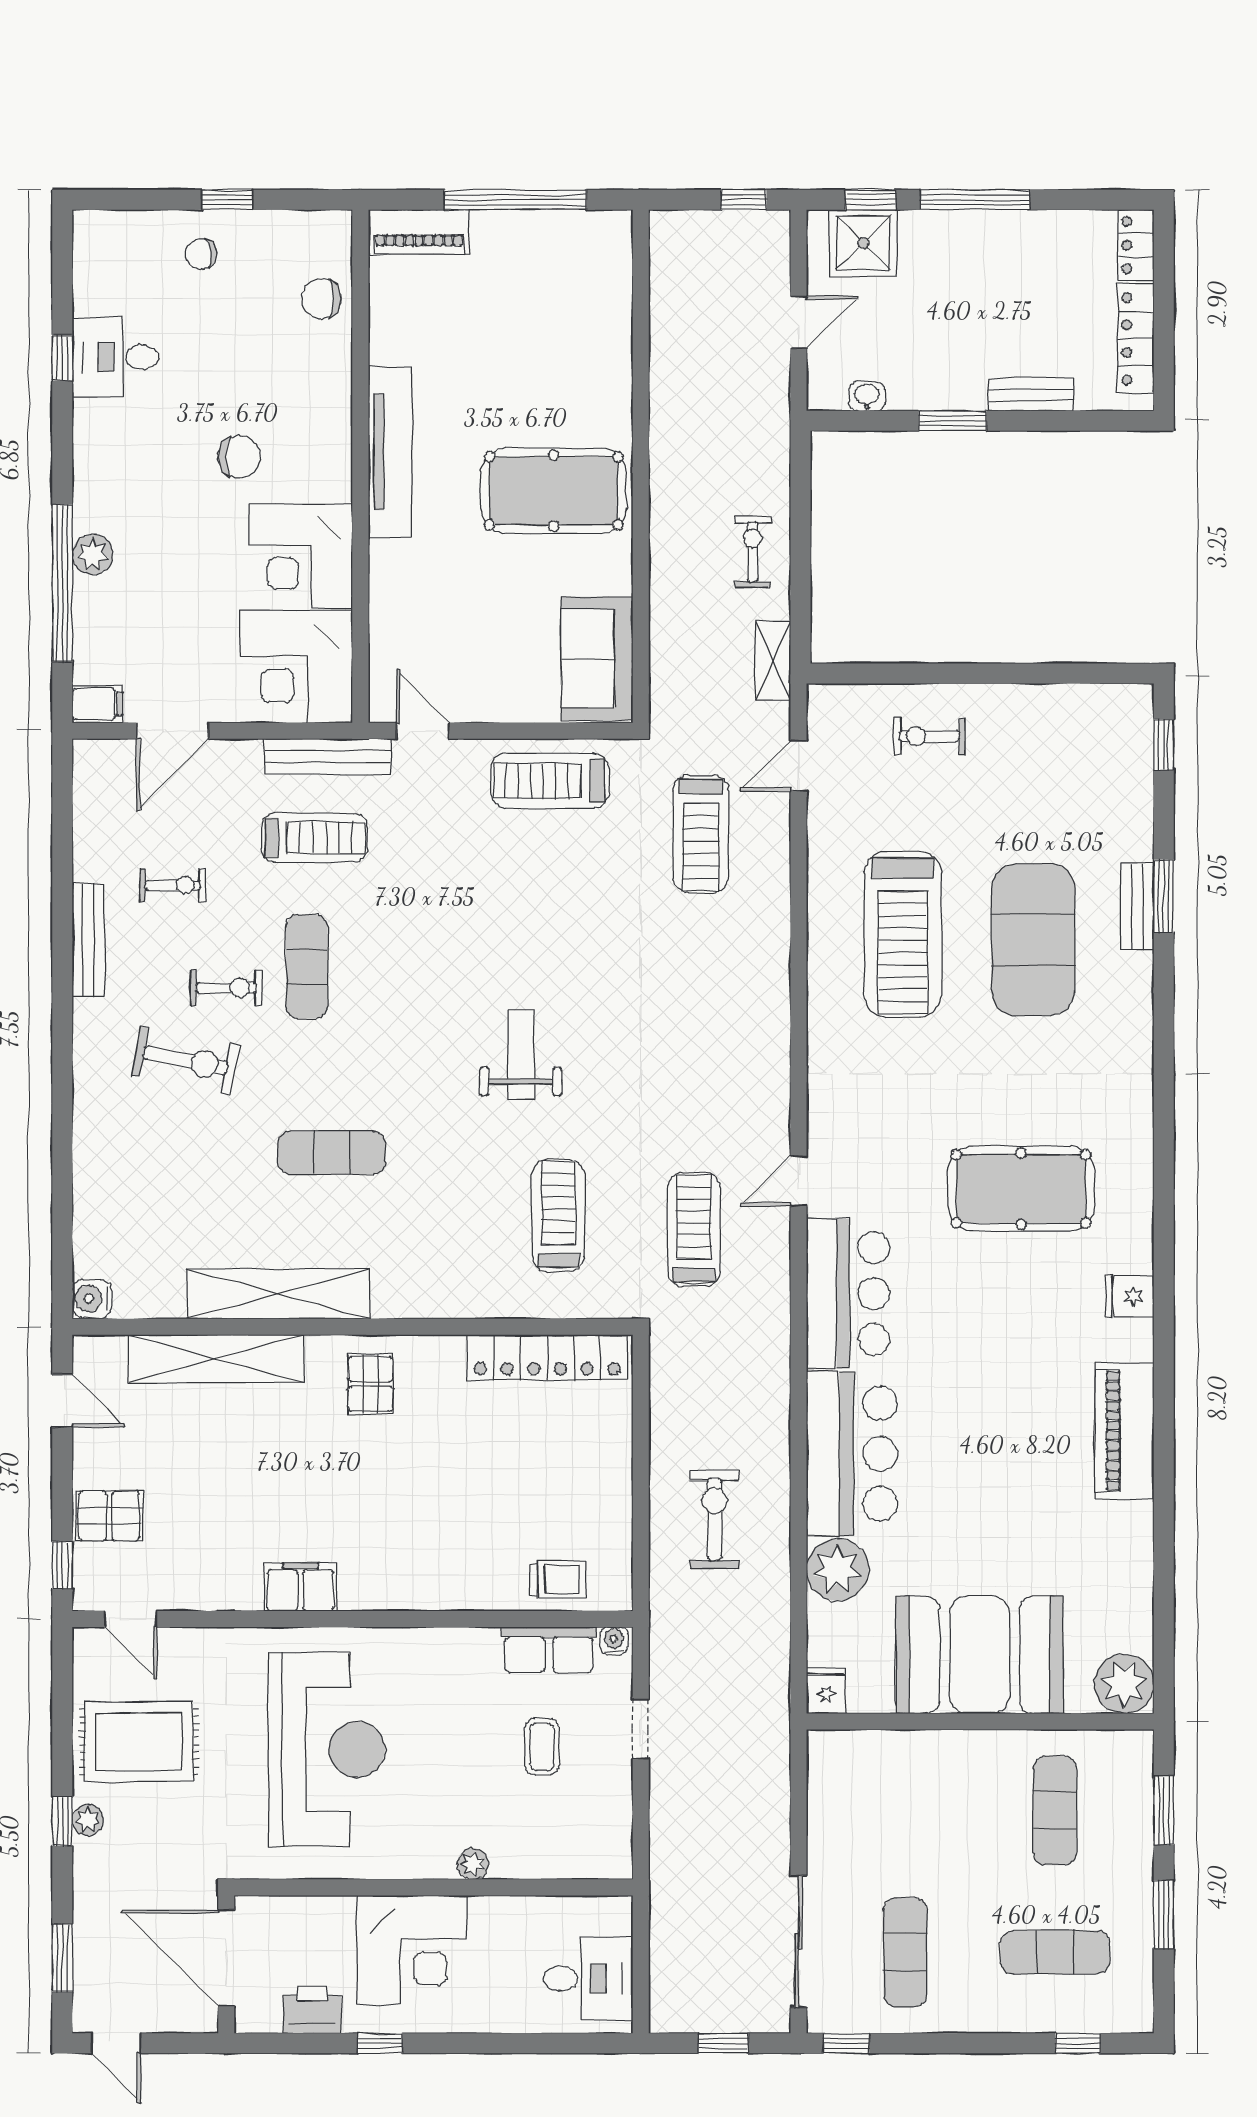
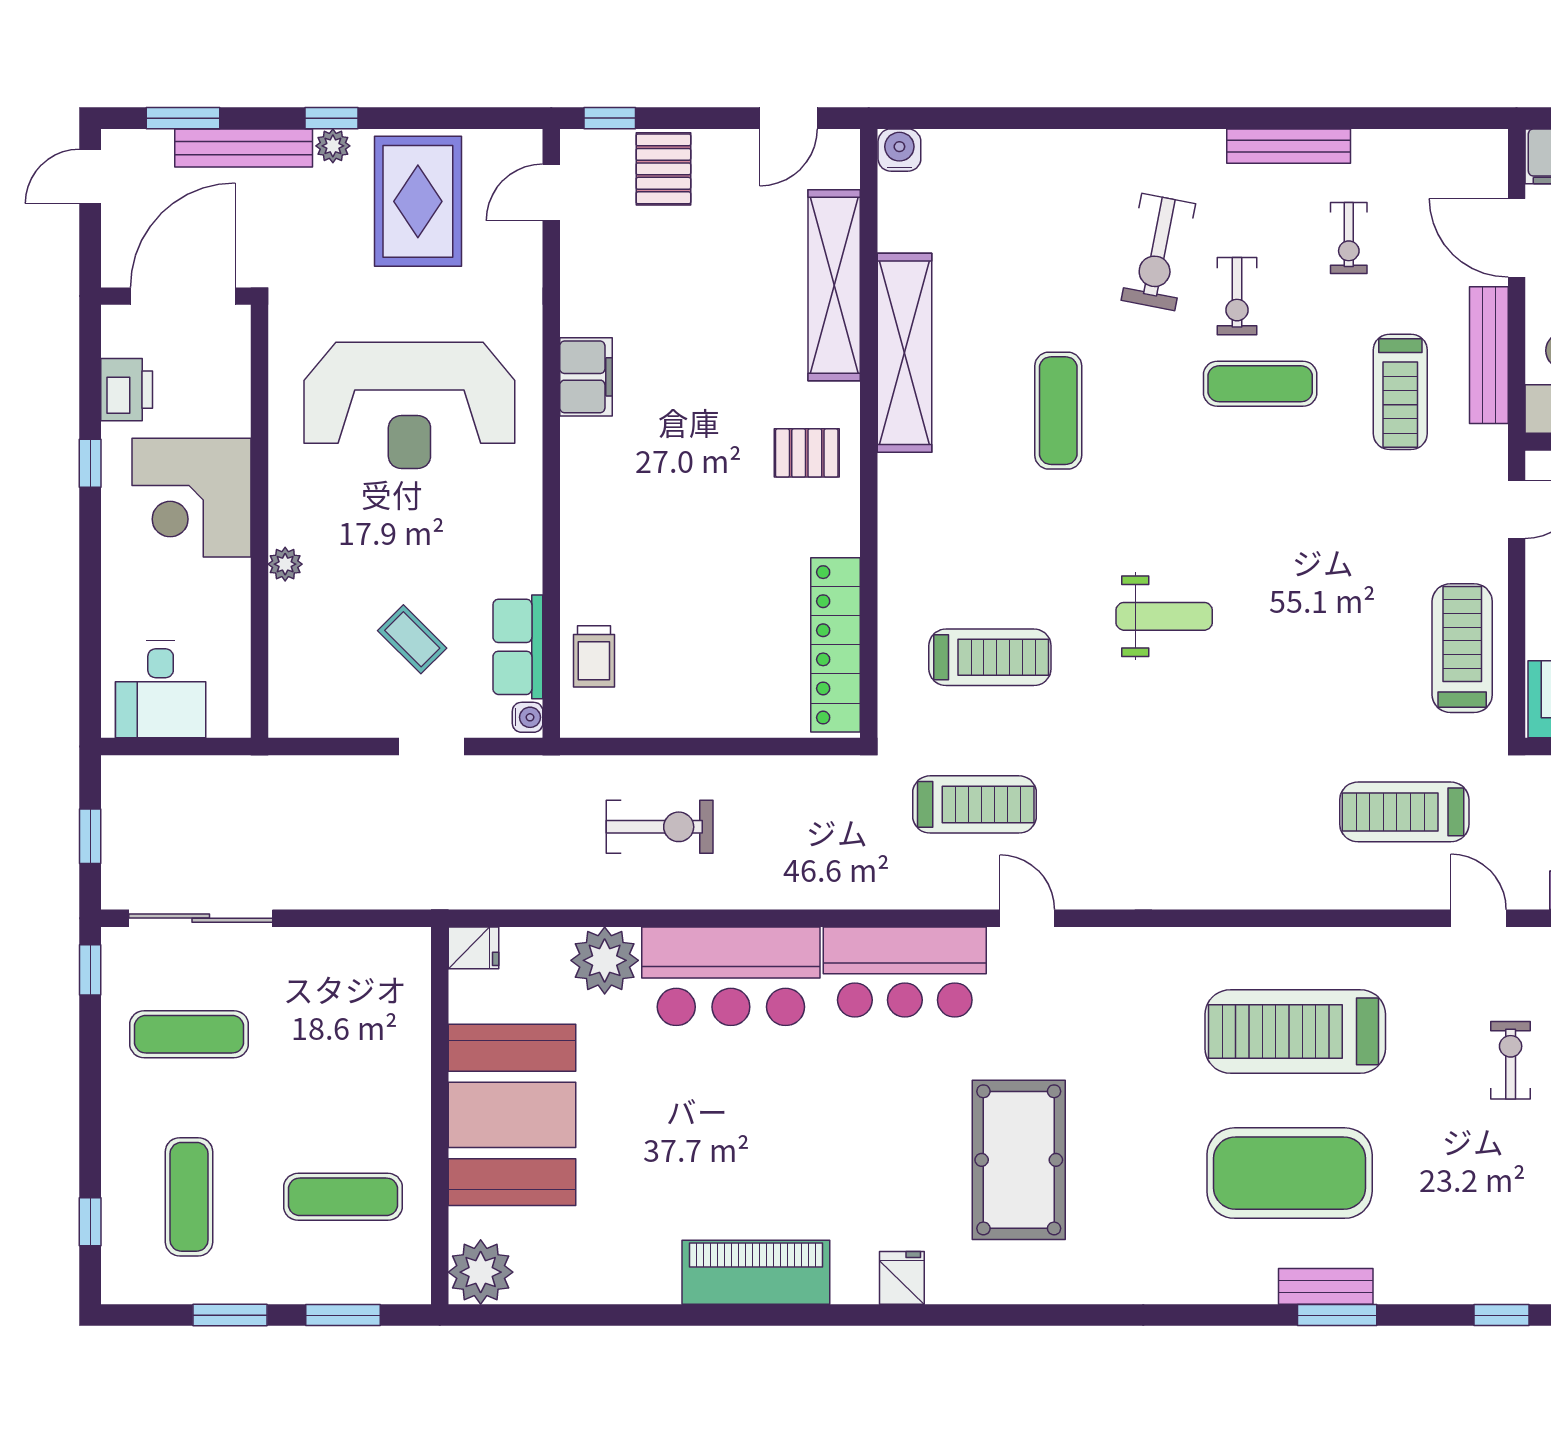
bench: (328, 756) -> (1489, 355), moved
coffee table: (542, 1747) -> (412, 639), turned 45
bench: (90, 1902) -> (244, 148), added

